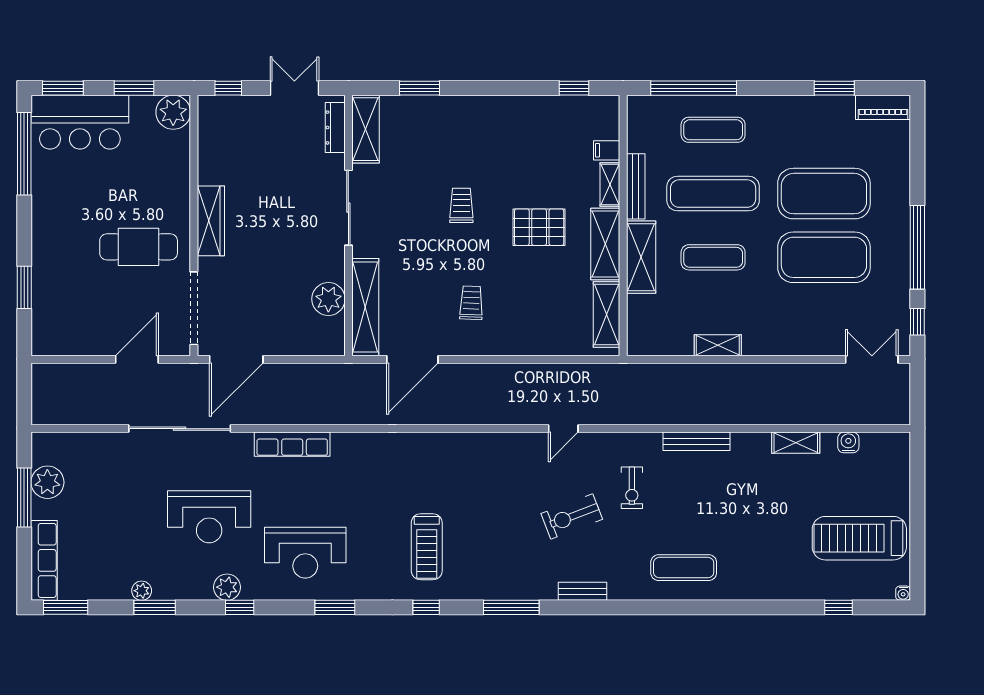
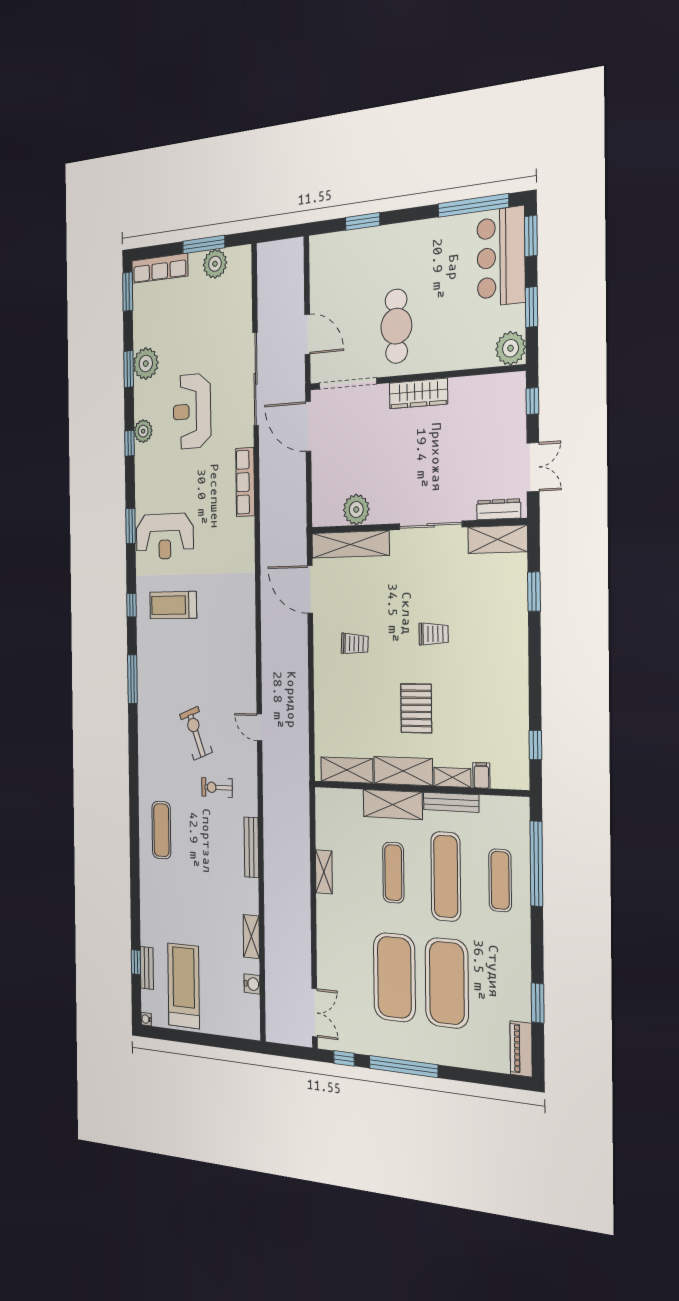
reception desk: (305, 553) -> (165, 536), moved, turned -90
plant: (142, 591) -> (146, 364), width x1.87, depth x1.87
bench: (582, 591) -> (147, 968), moved

